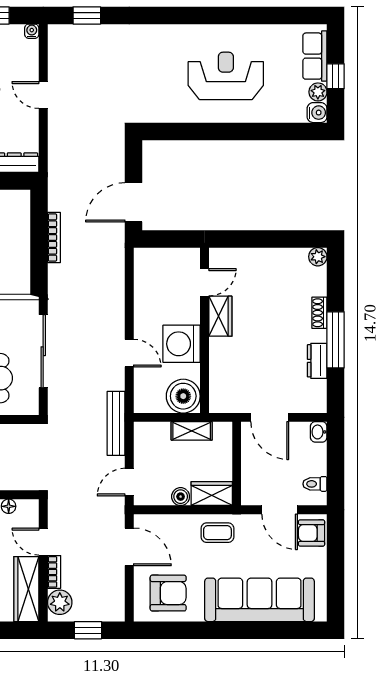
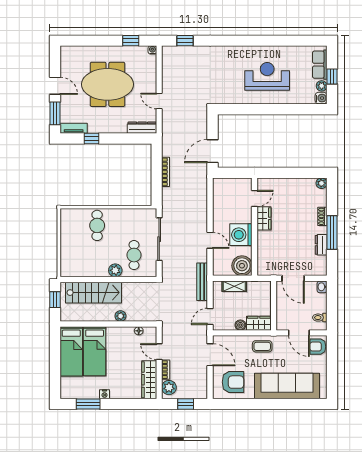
door: (43, 95) -> (159, 101), moved
shelving: (192, 431) -> (234, 286), moved

